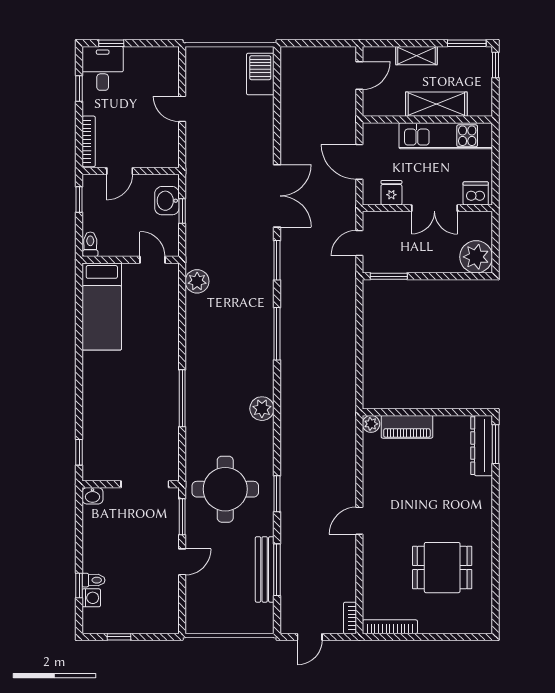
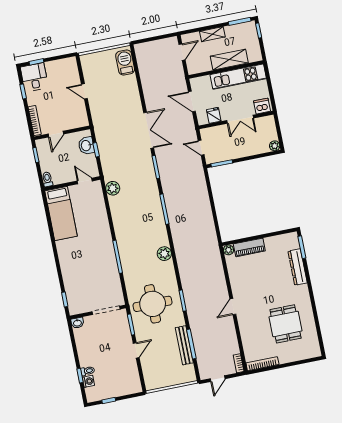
door: (359, 243) -> (201, 148), hinge flipped
plant: (476, 257) -> (275, 146), width x0.53, depth x0.53
dresser: (482, 446) -> (298, 267), moved
dining table: (442, 568) -> (286, 324), turned 90

